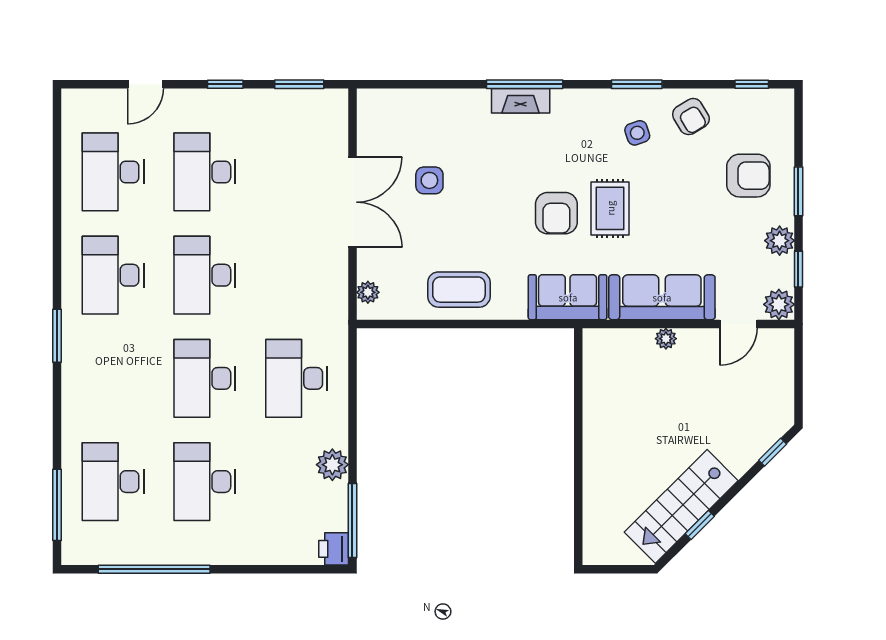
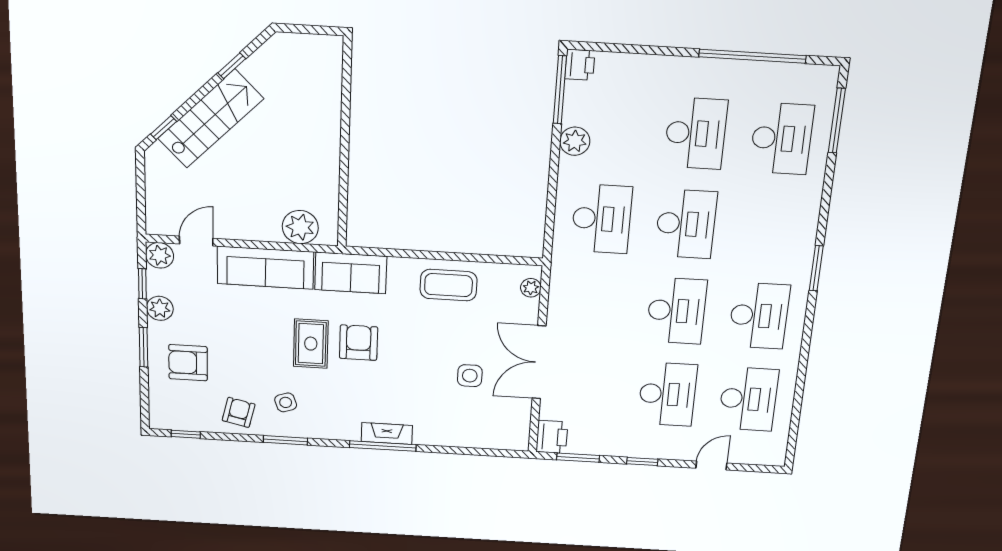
printer: (331, 109) -> (552, 437), added
armchair: (691, 117) -> (239, 412), turned 44
plant: (666, 339) -> (300, 227), moved, width x1.87, depth x1.87
stairs: (681, 506) -> (211, 119), moved

